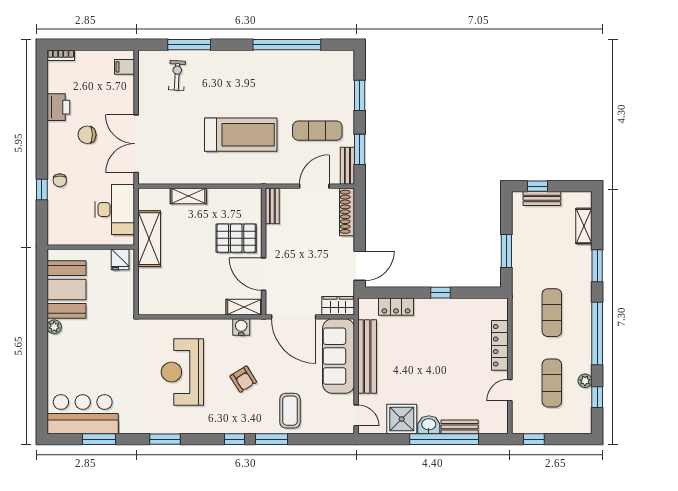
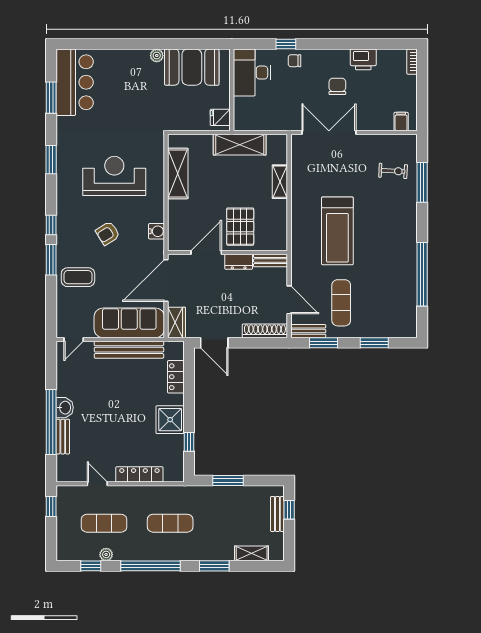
desk: (115, 210) -> (252, 73), moved, turned 90
dresser: (274, 240) -> (239, 262), added
window: (441, 293) -> (189, 442), moved
shelving: (244, 307) -> (178, 173), moved, width x1.50, depth x1.33
shower: (402, 419) -> (170, 420), moved

